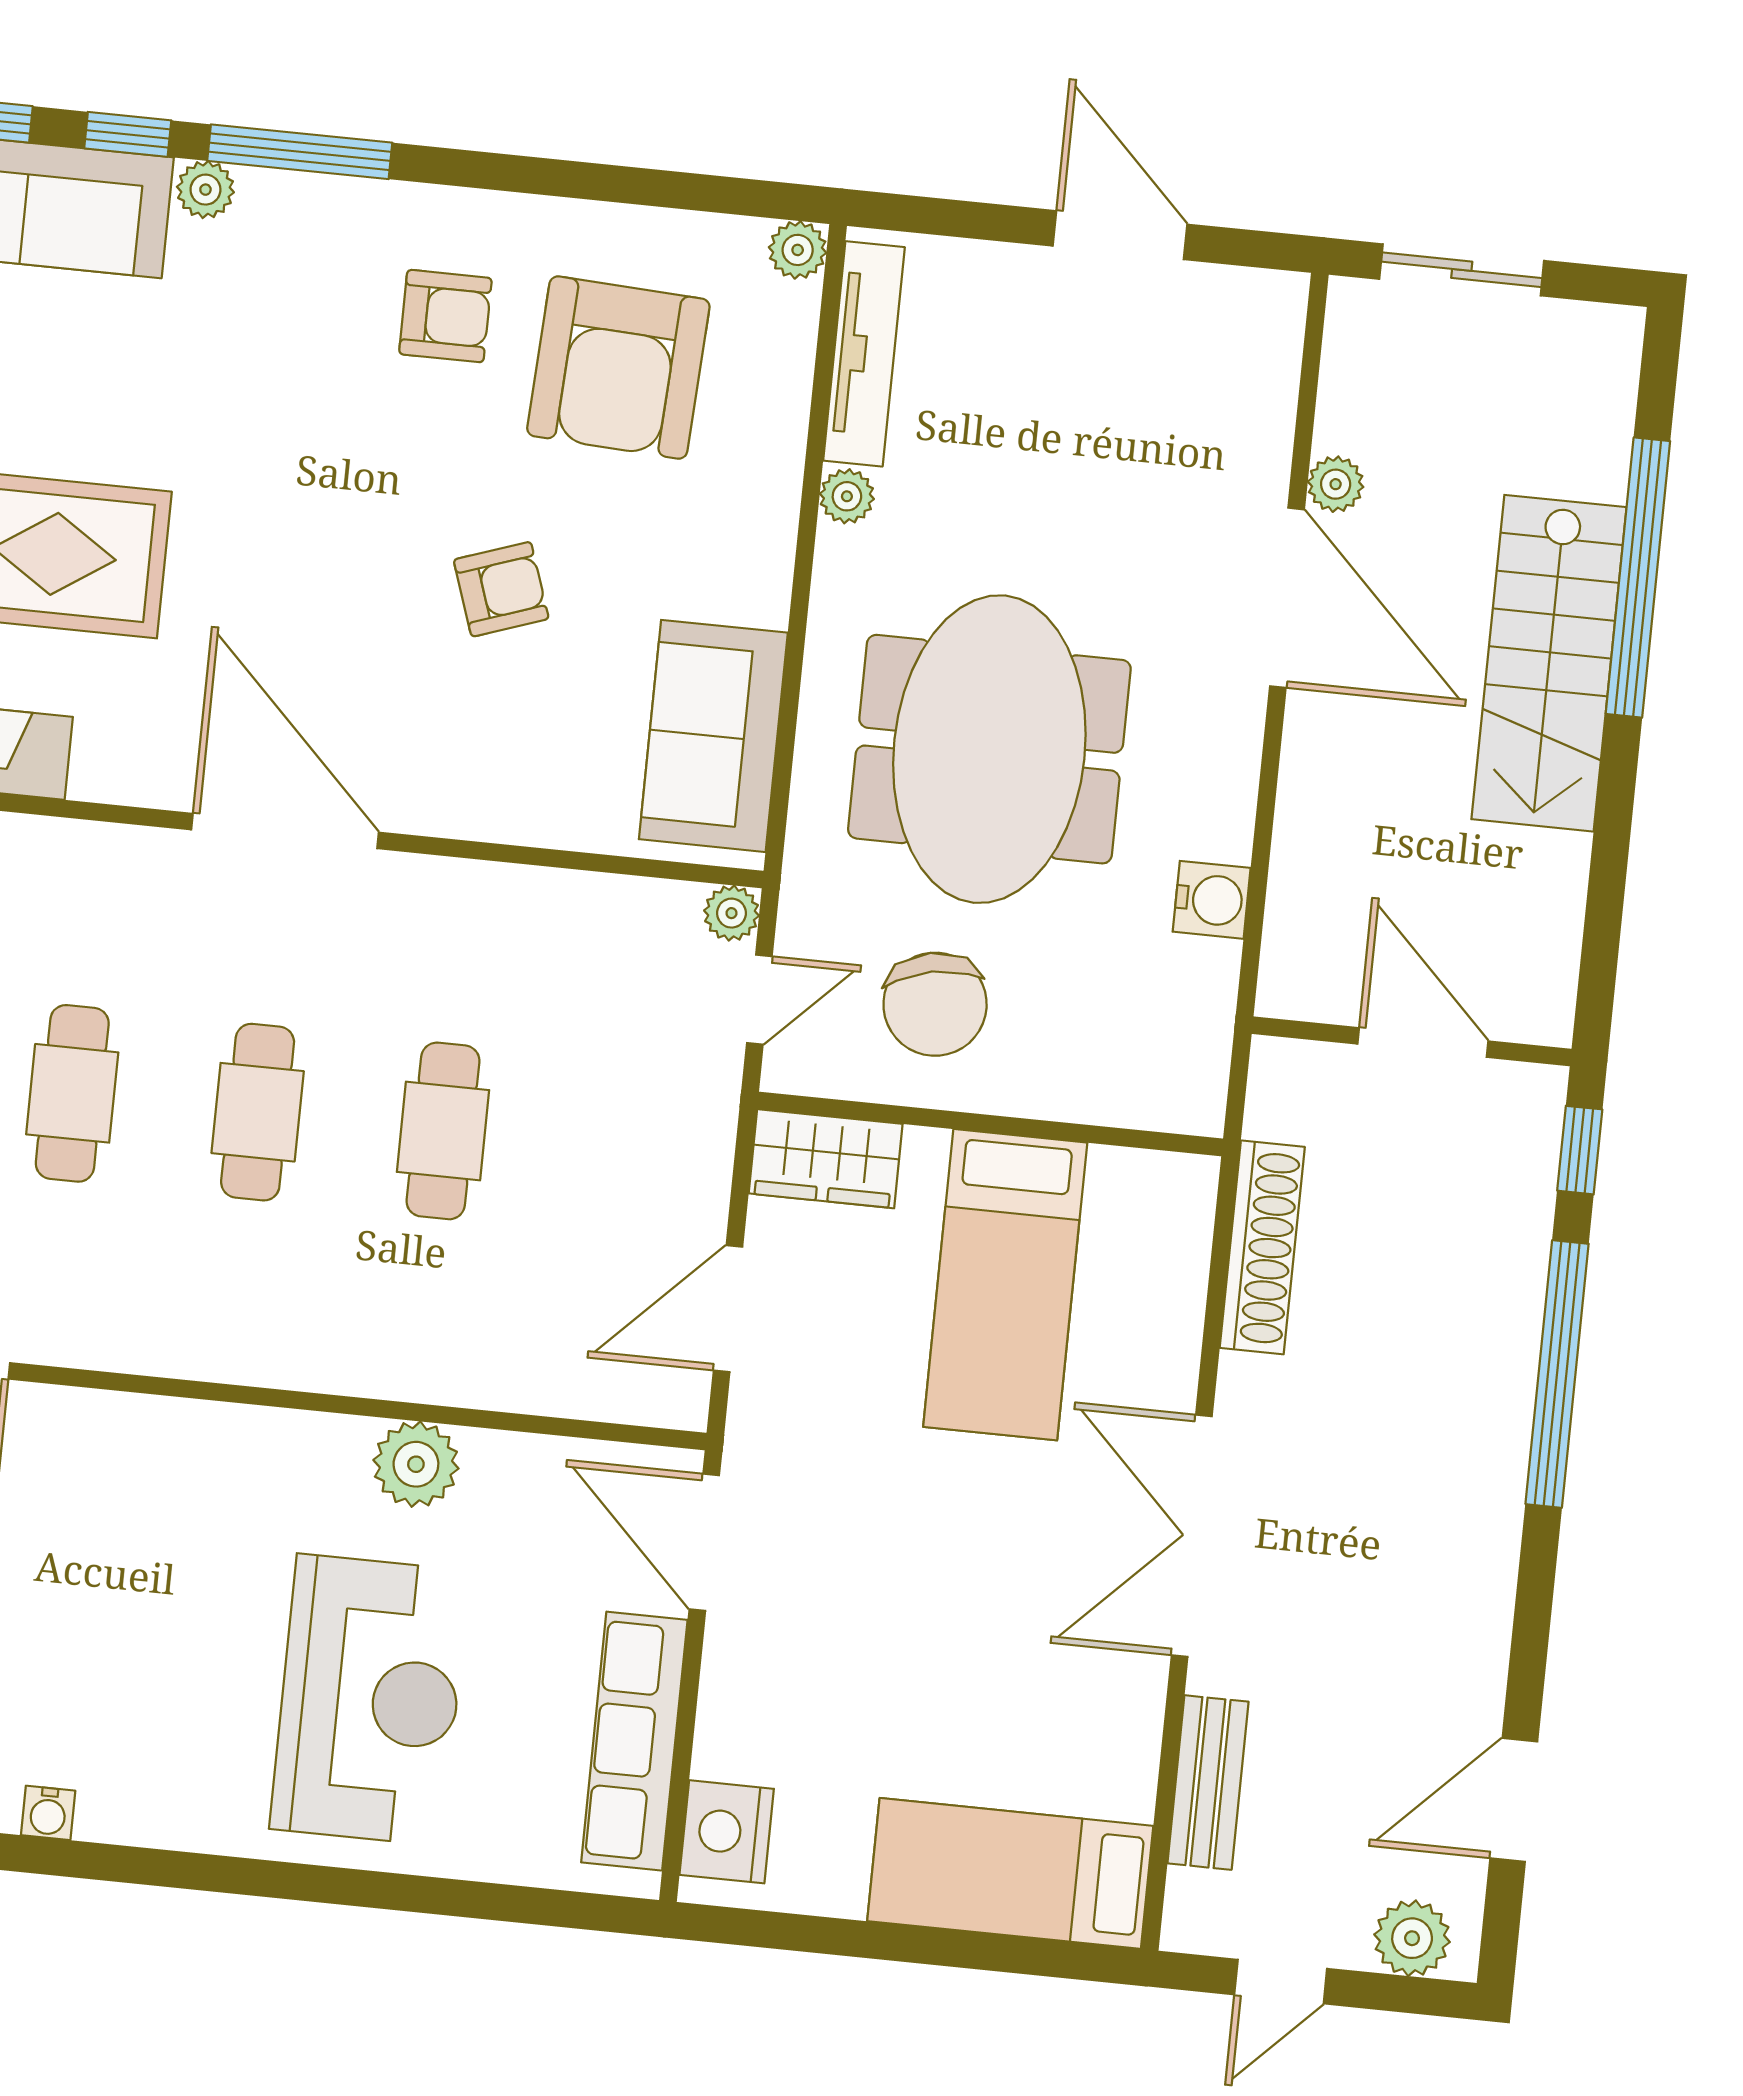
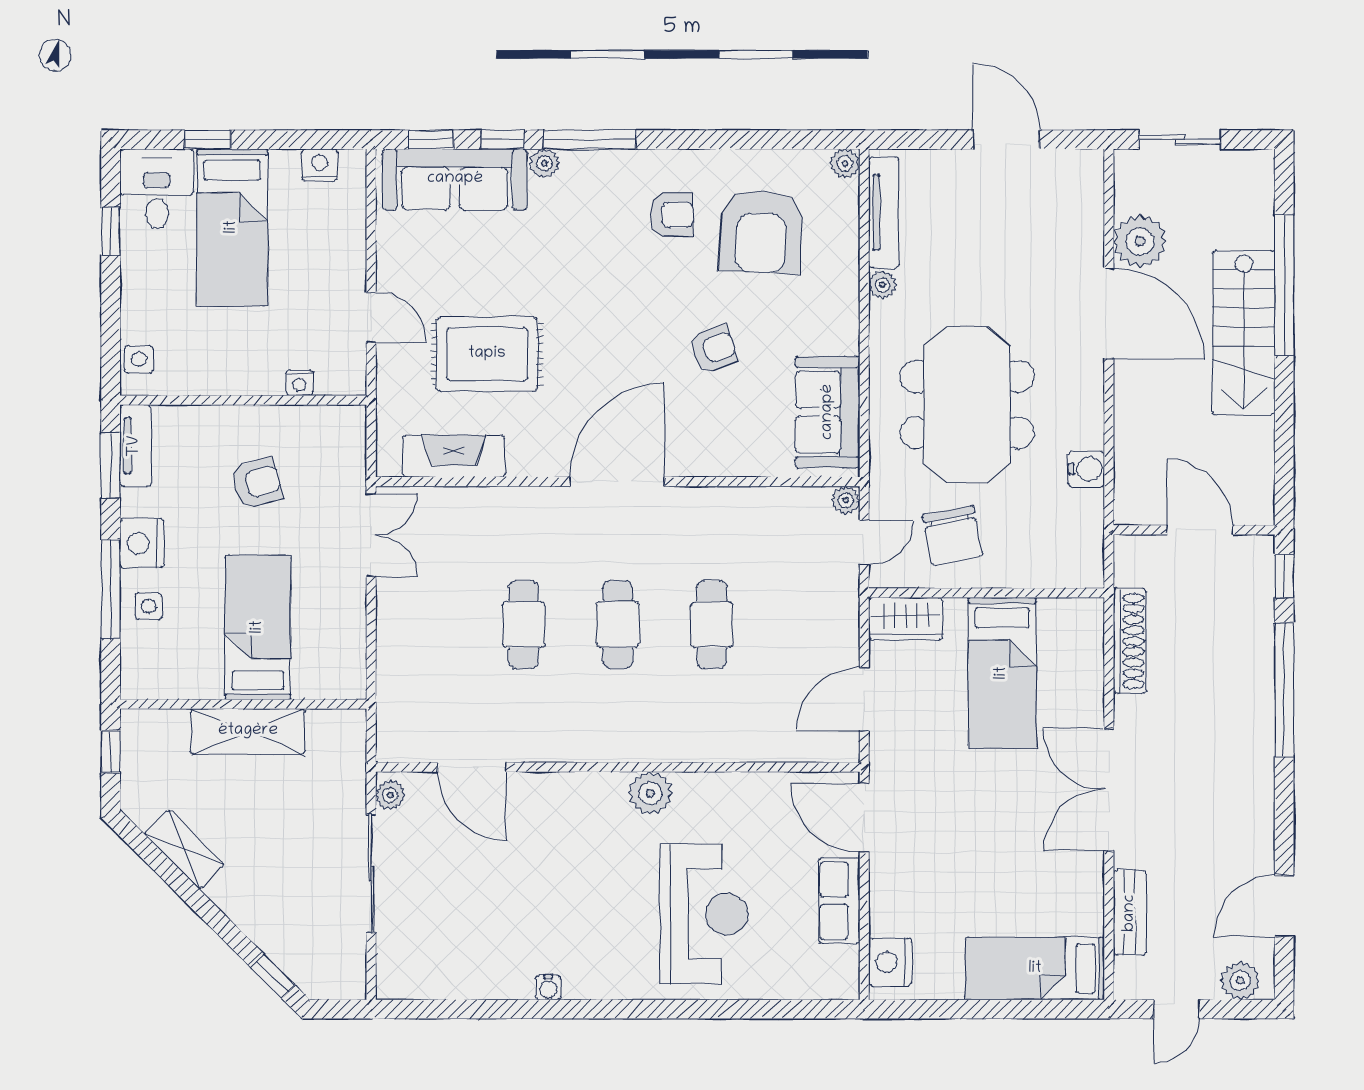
plant: (1336, 484) -> (1140, 241), width x1.88, depth x1.88
door: (285, 831) -> (617, 482), hinge flipped
plant: (416, 1464) -> (650, 793), moved
row of seats: (634, 1741) -> (839, 901), width x0.68

